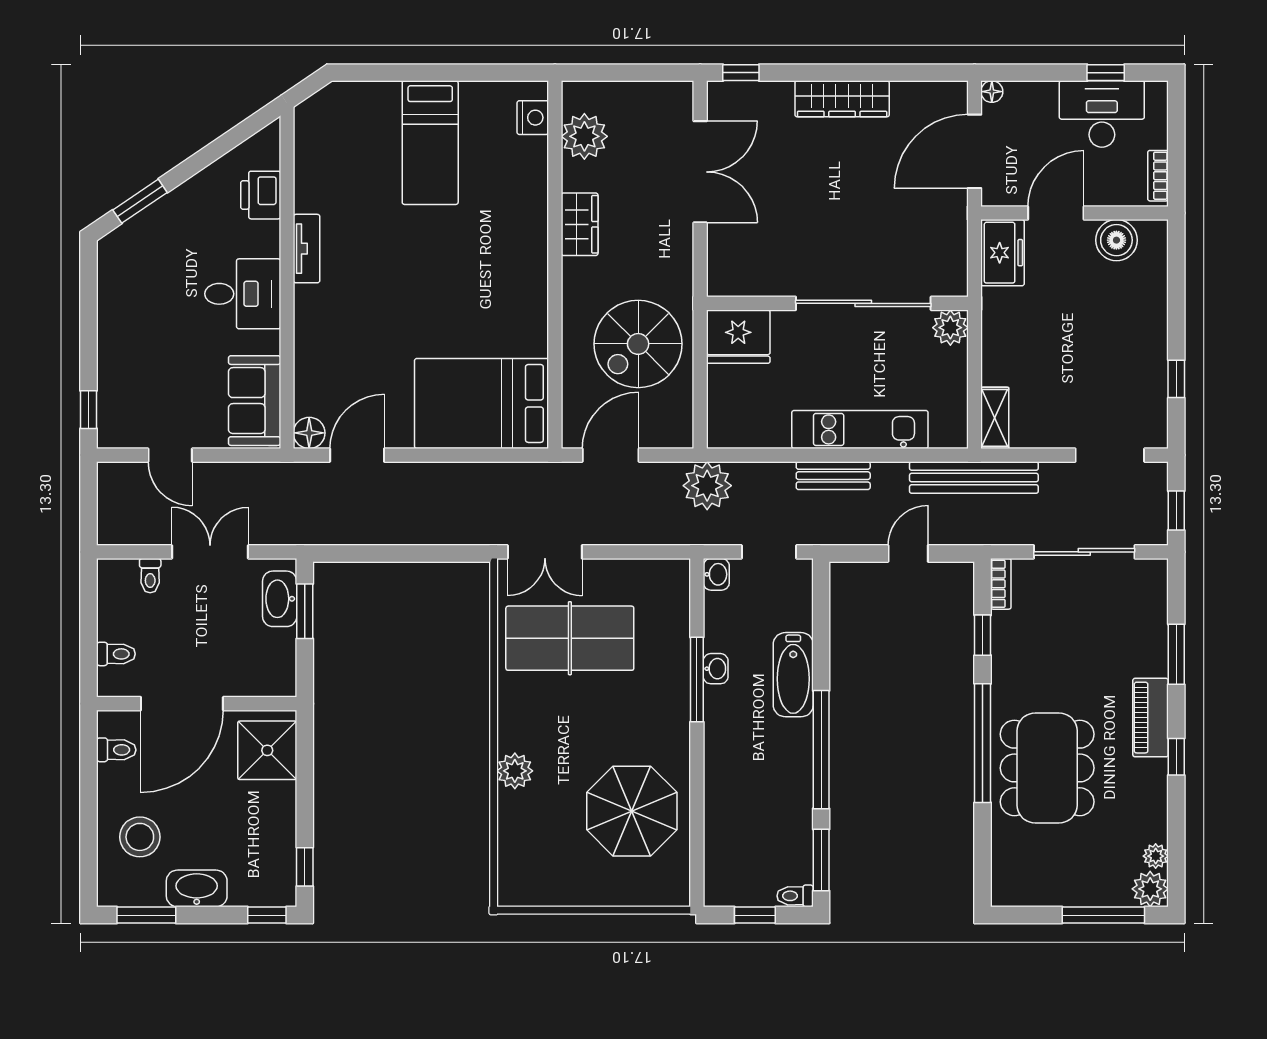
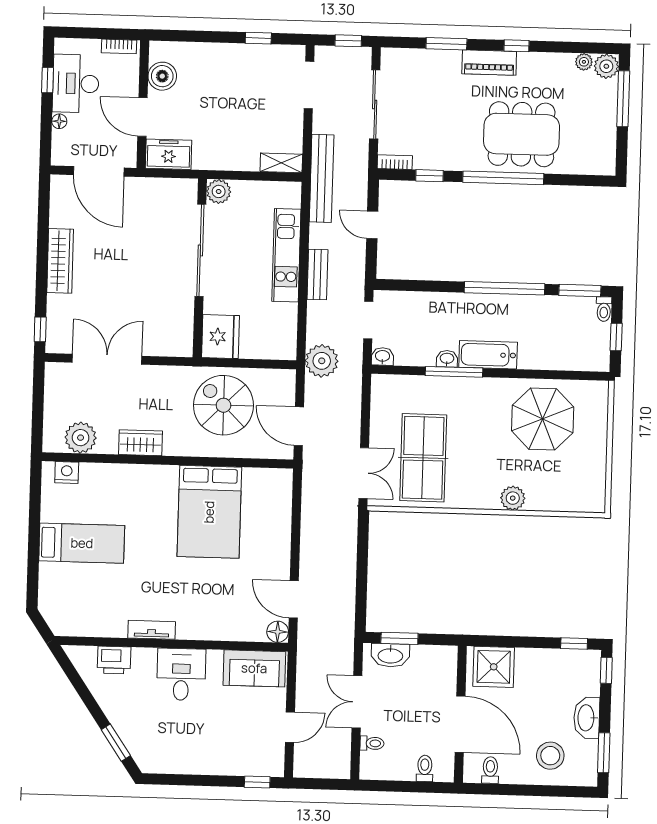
floor lamp: (992, 92) -> (59, 121), moved
spiral stairs: (638, 344) -> (223, 405), turned 180
bed: (482, 403) -> (209, 512), moved
bathtub: (793, 675) -> (488, 355), moved, turned 180

